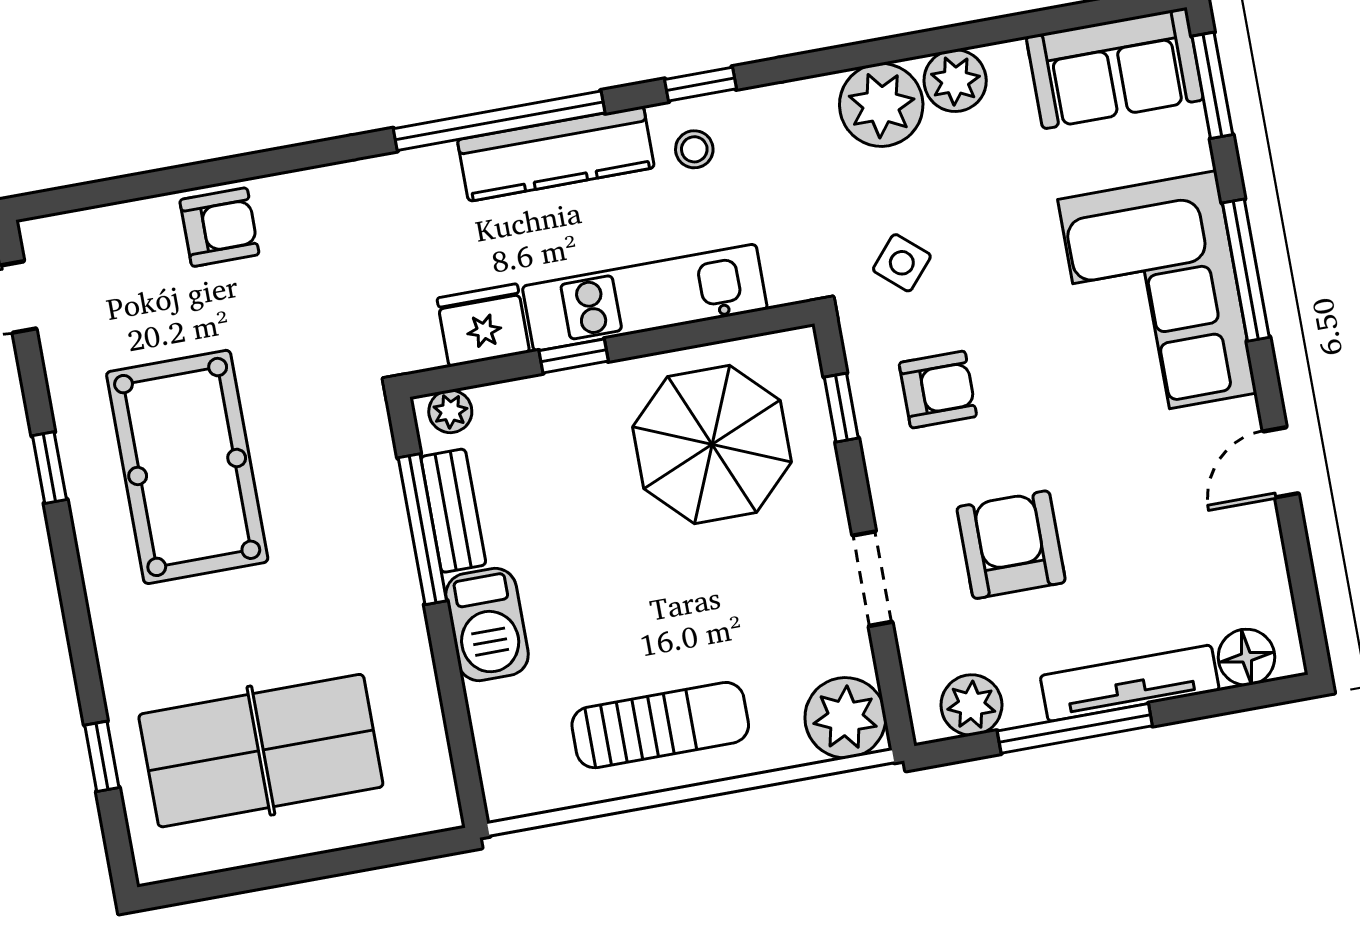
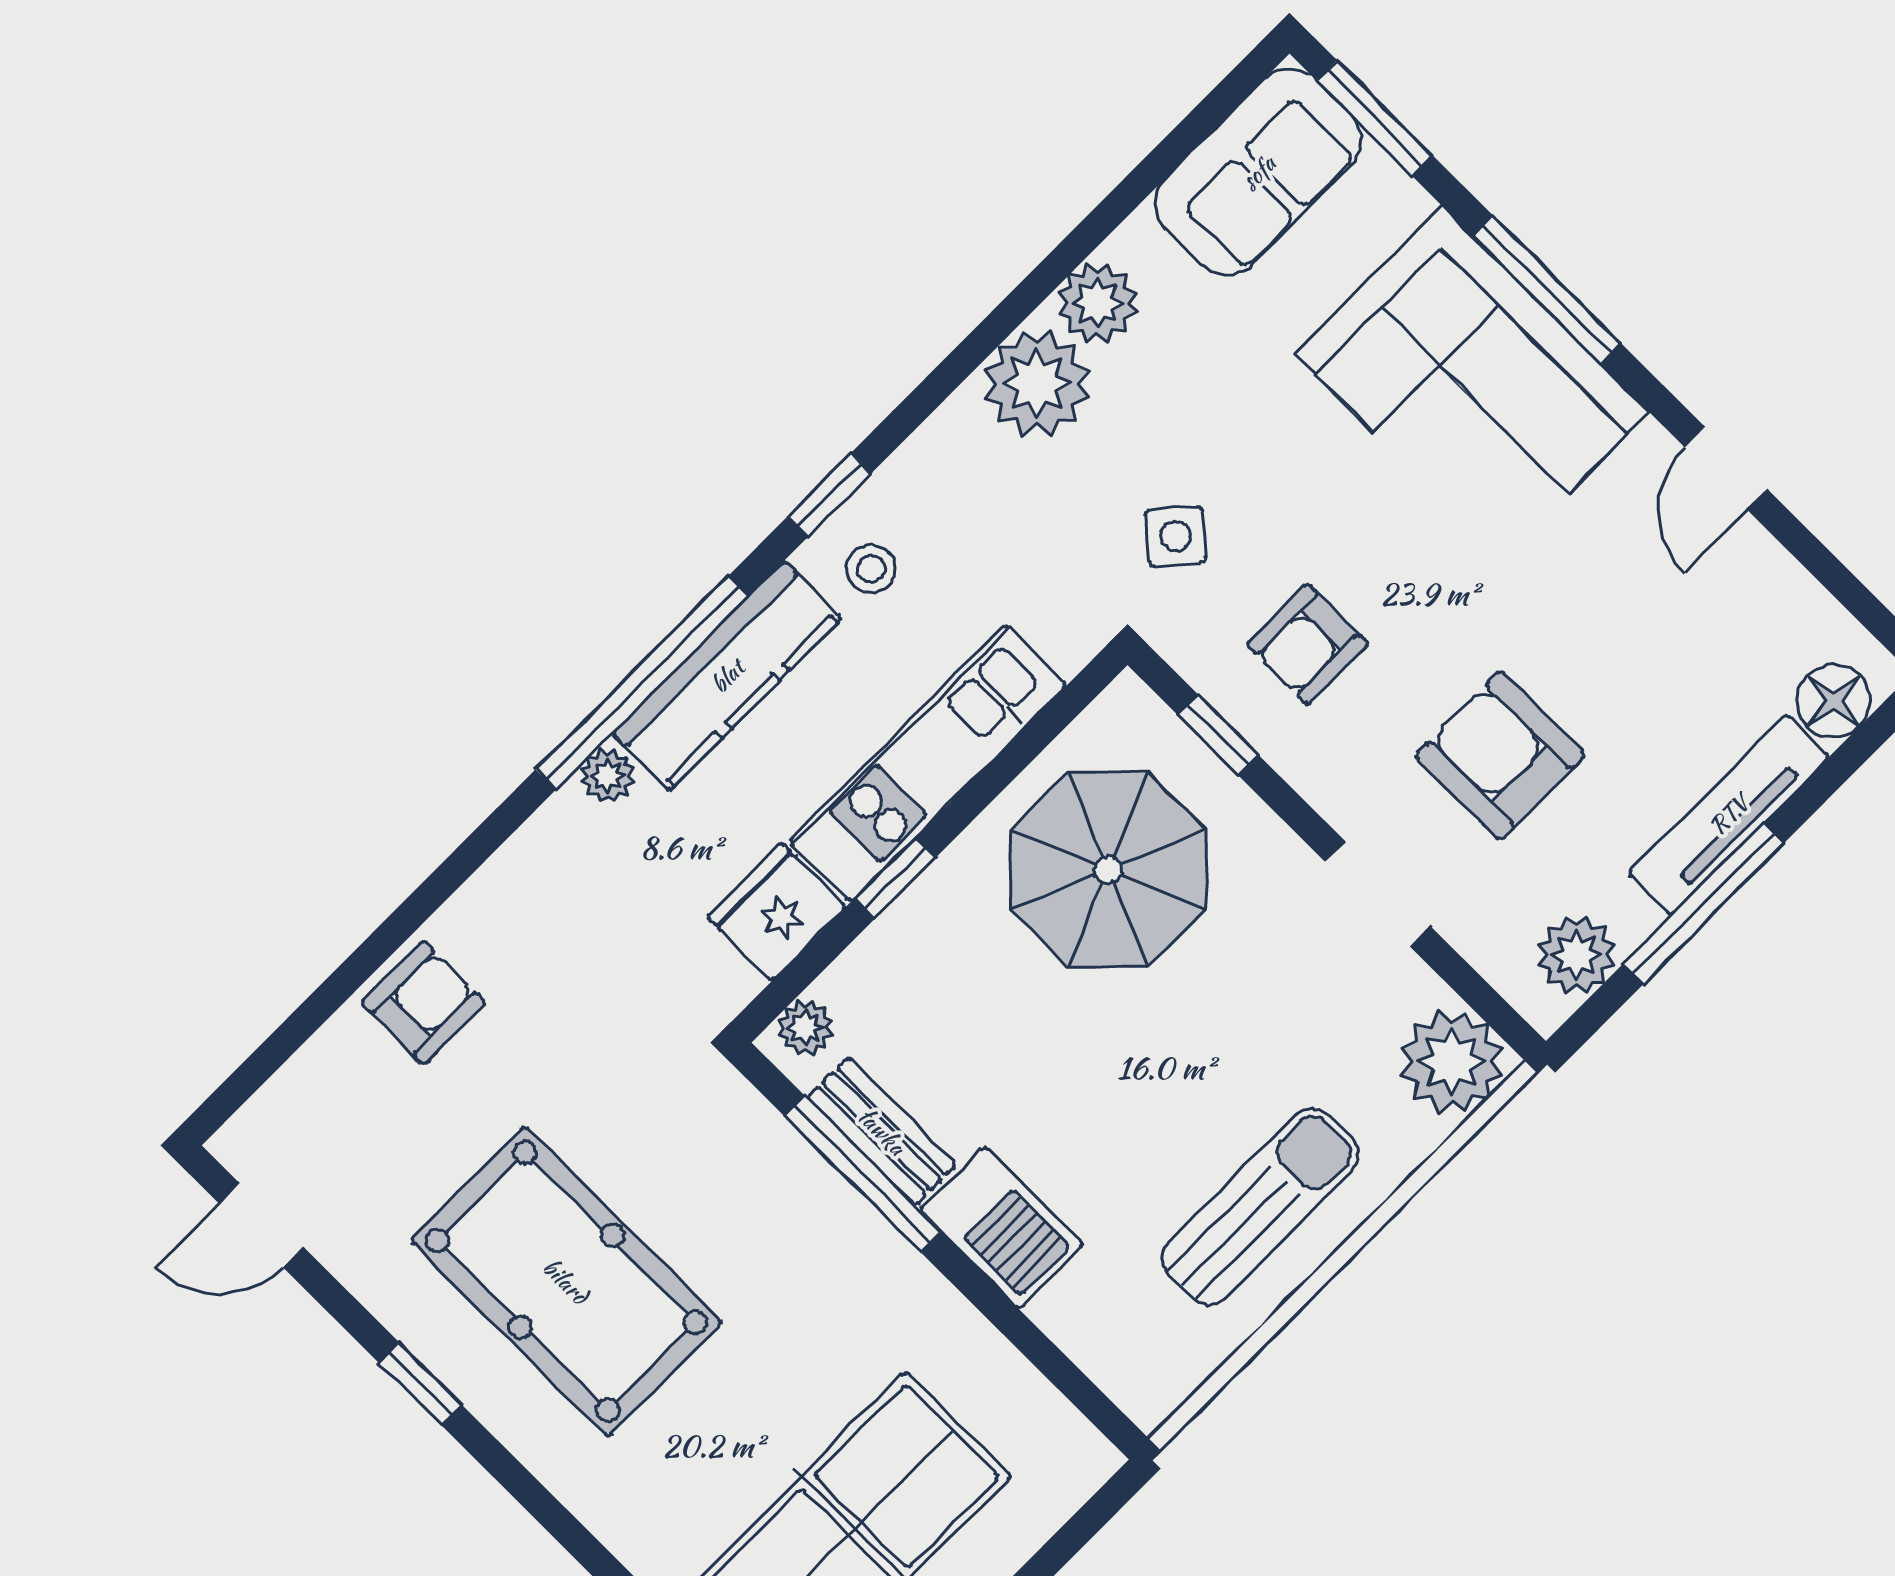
plant: (436, 165) -> (608, 776), added
armchair: (938, 390) -> (1307, 644), turned 180

